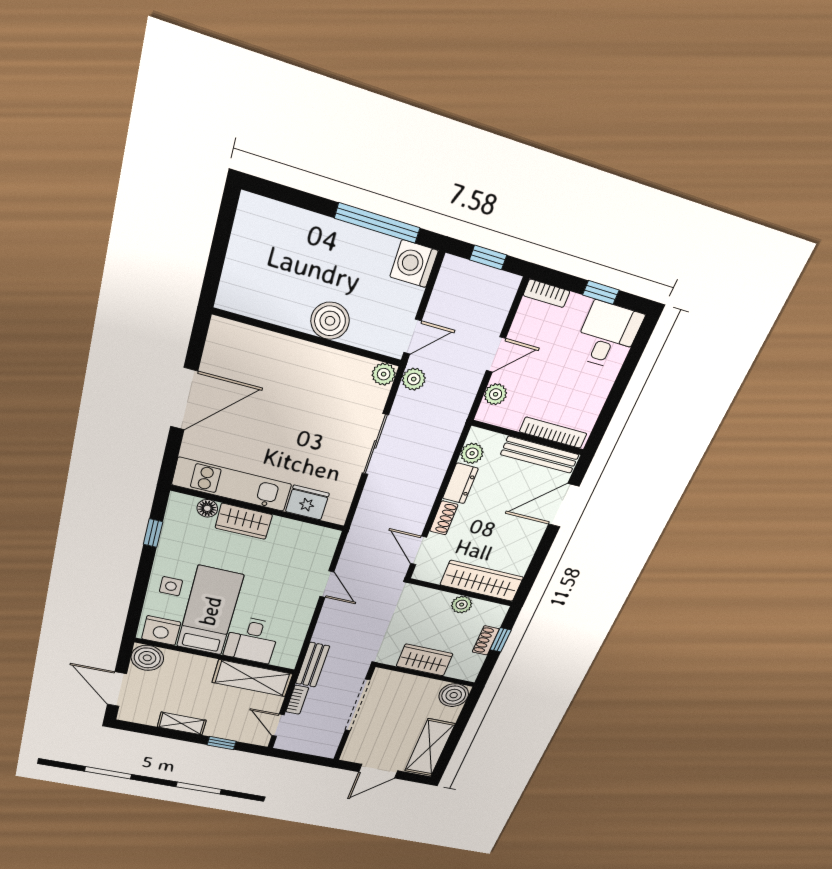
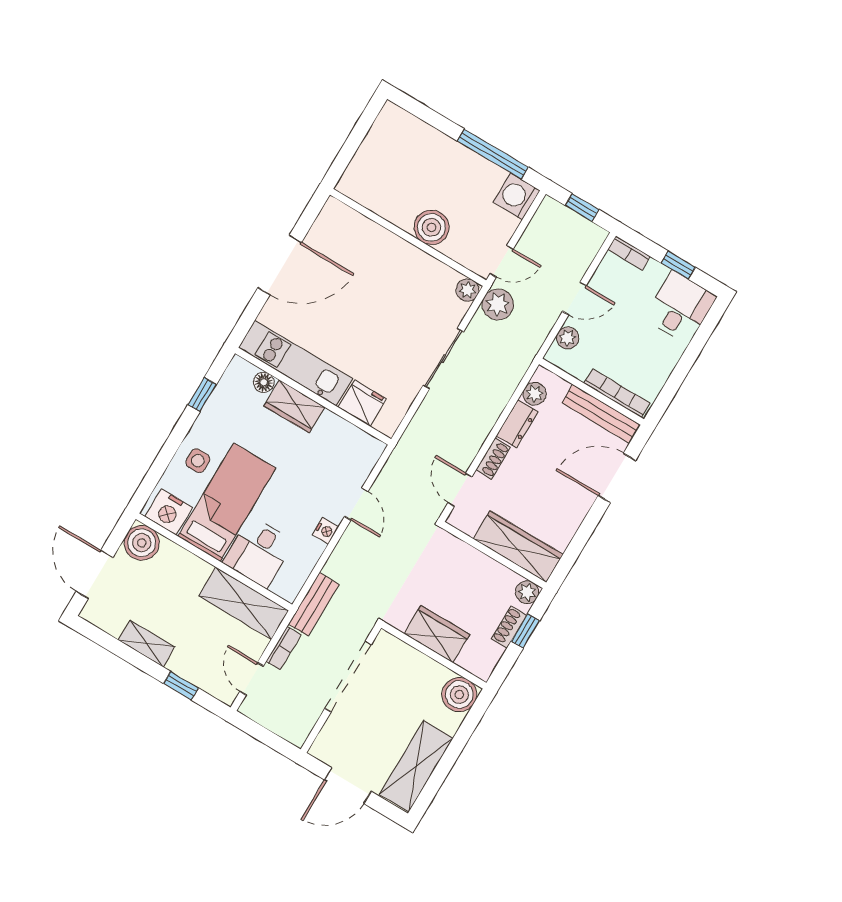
plant: (414, 379) -> (498, 304), width x1.38, depth x1.38
plant: (462, 605) -> (527, 592), moved
nightstand: (306, 611) -> (326, 531), added

